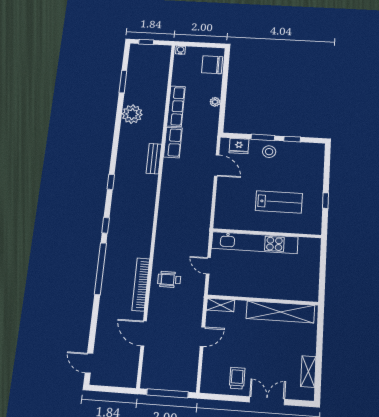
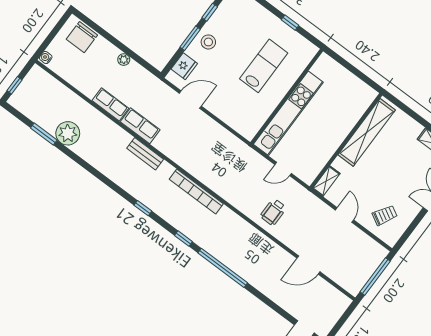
row of seats: (176, 106) -> (110, 104), width x0.68
plant: (132, 114) -> (68, 133), moved
bookcase: (141, 284) -> (196, 192), moved
trolley: (237, 378) -> (385, 215), moved, turned 119

